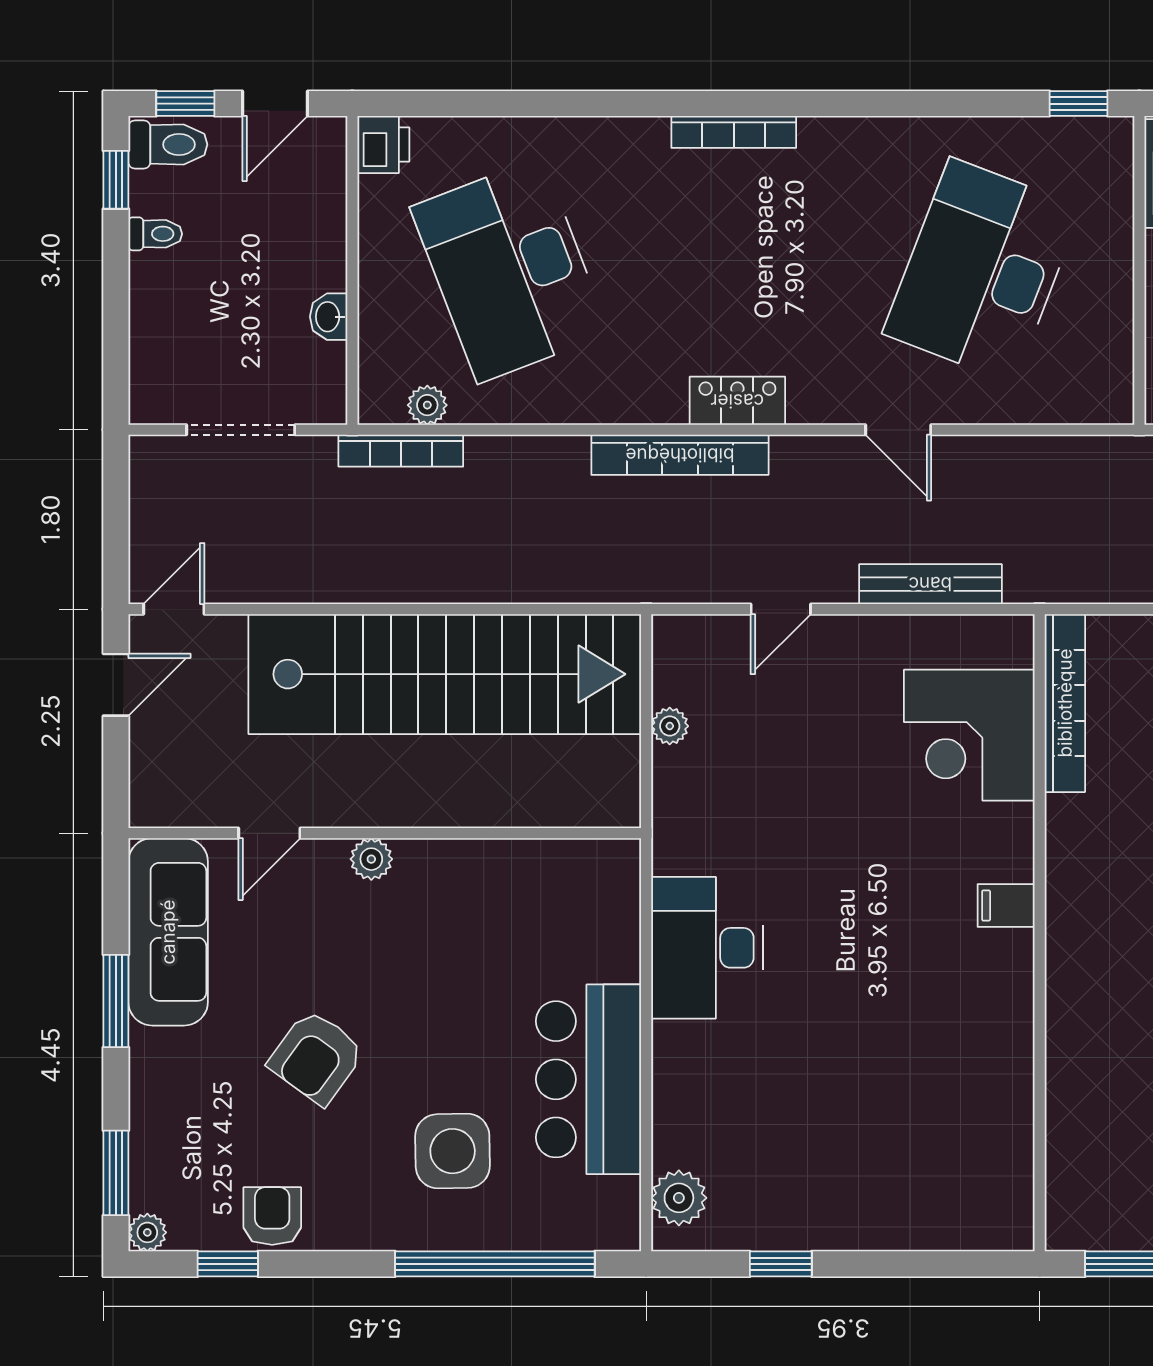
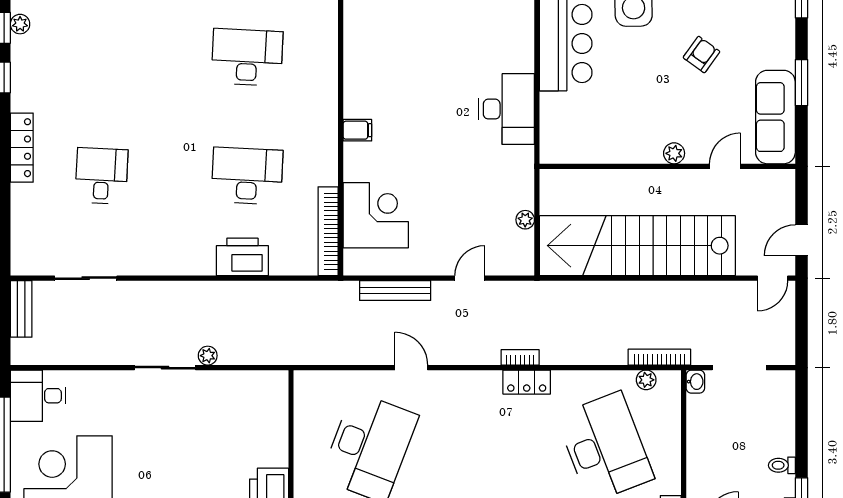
washbasin: (329, 317) -> (695, 382), moved
locker: (737, 401) -> (527, 382), moved
bookcase: (680, 455) -> (520, 357), width x0.43, depth x0.76
armchair: (316, 1057) -> (701, 55), width x0.72, depth x0.72

